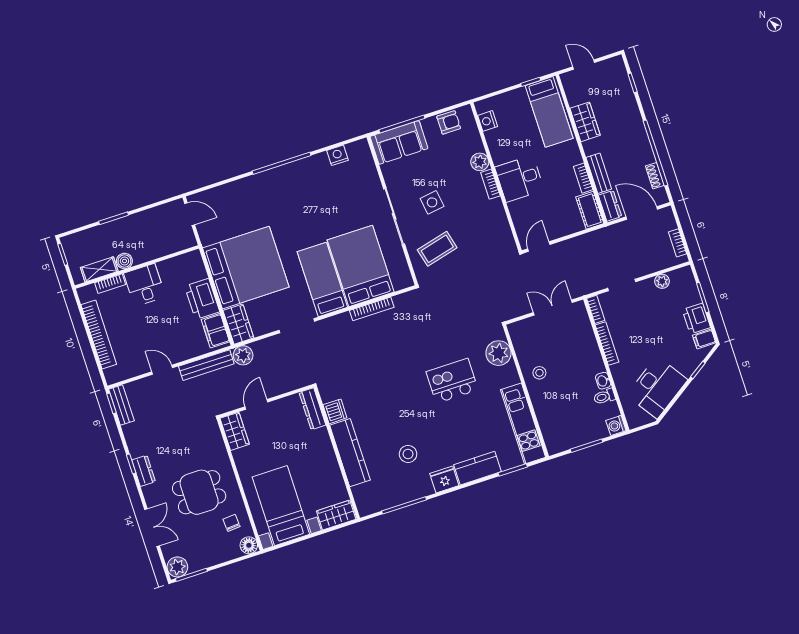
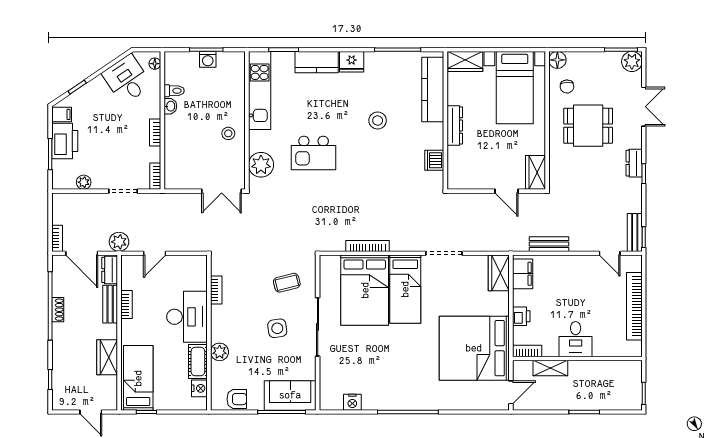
armchair: (449, 122) -> (237, 399), turned 180
shoe rack: (655, 176) -> (58, 310), moved
desk: (520, 179) -> (187, 317), width x1.37
bookcase: (490, 184) -> (216, 290), moved
cot: (590, 210) -> (198, 362), moved
door: (190, 214) -> (511, 392), swing flipped
bookcase: (677, 243) -> (57, 238), moved
door: (539, 247) -> (155, 253), moved
coffee table: (437, 249) -> (287, 283), width x0.73, depth x0.77
boiler: (124, 261) -> (587, 368), removed
bed: (246, 268) -> (474, 348), moved
shelving: (99, 269) -> (550, 368), moved
bookcase: (110, 284) -> (527, 351), moved
printer: (202, 299) -> (521, 316), width x0.53, depth x0.68
double door: (553, 308) -> (222, 191), moved
printer: (696, 319) -> (65, 141), width x1.37, depth x1.19
bookcase: (607, 343) -> (155, 133), width x0.64
plant: (243, 355) -> (119, 242), moved
bench: (206, 365) -> (549, 244), width x0.73
door: (162, 370) -> (610, 253), moved
desk: (657, 387) -> (127, 79), width x0.73
door: (256, 404) -> (507, 191), hinge flipped
dresser: (312, 409) -> (455, 126), moved
floor lamp: (631, 416) -> (155, 64), added
washing machine: (616, 425) -> (208, 59), moved, turned 90
kitchen counter: (350, 453) -> (433, 90), moved
stool: (408, 454) -> (378, 121), moved
double door: (152, 528) -> (644, 107), swing flipped

